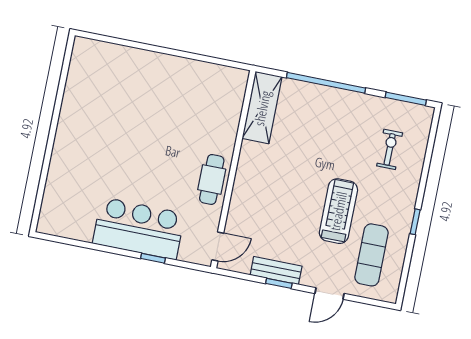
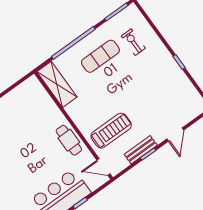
treadmill: (338, 211) -> (111, 131), moved, turned 90
door: (218, 247) -> (103, 167), swing flipped
exercise mat: (371, 255) -> (100, 56), moved, turned 90

